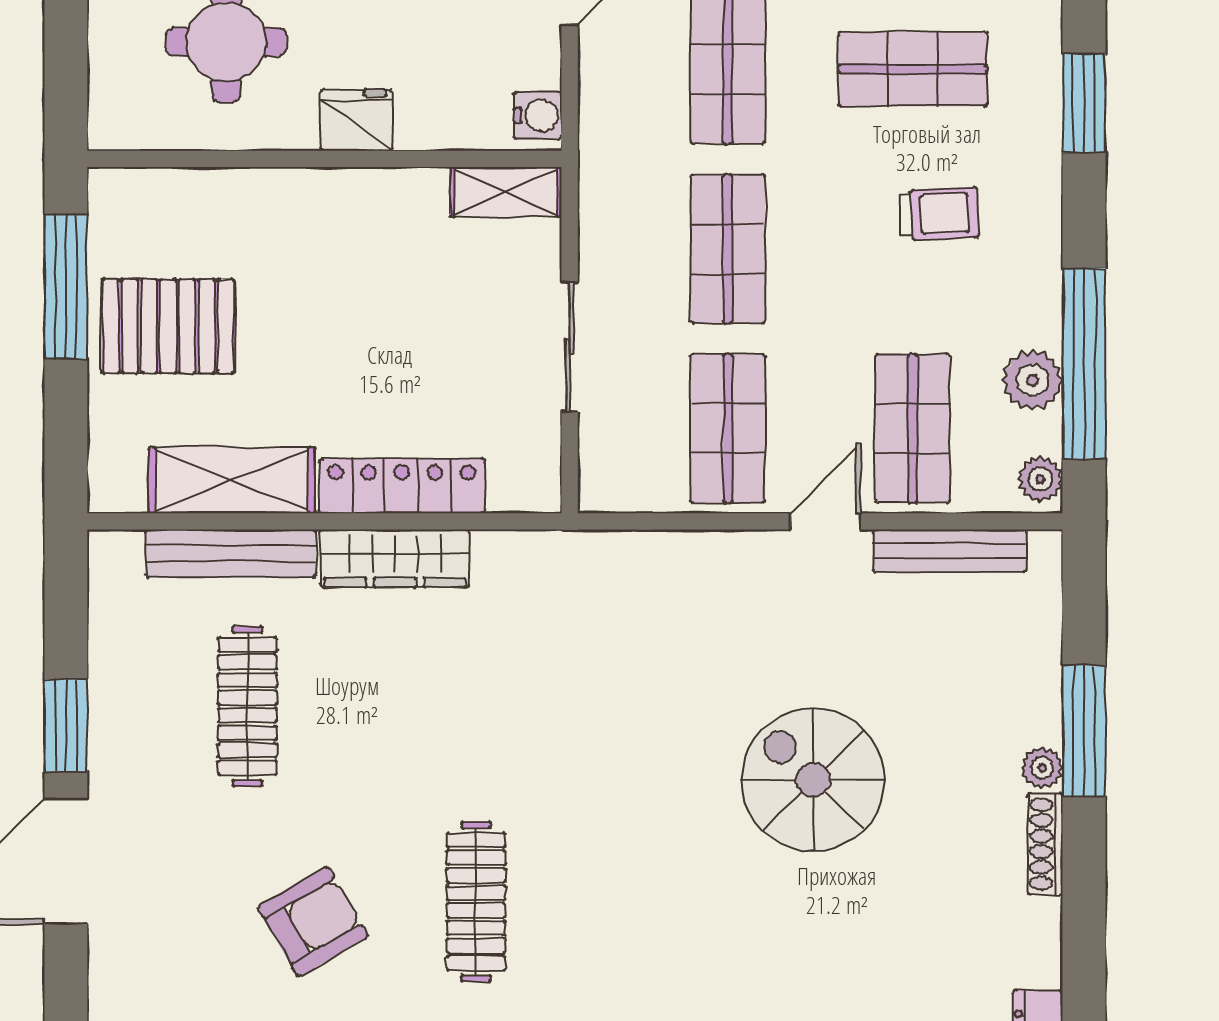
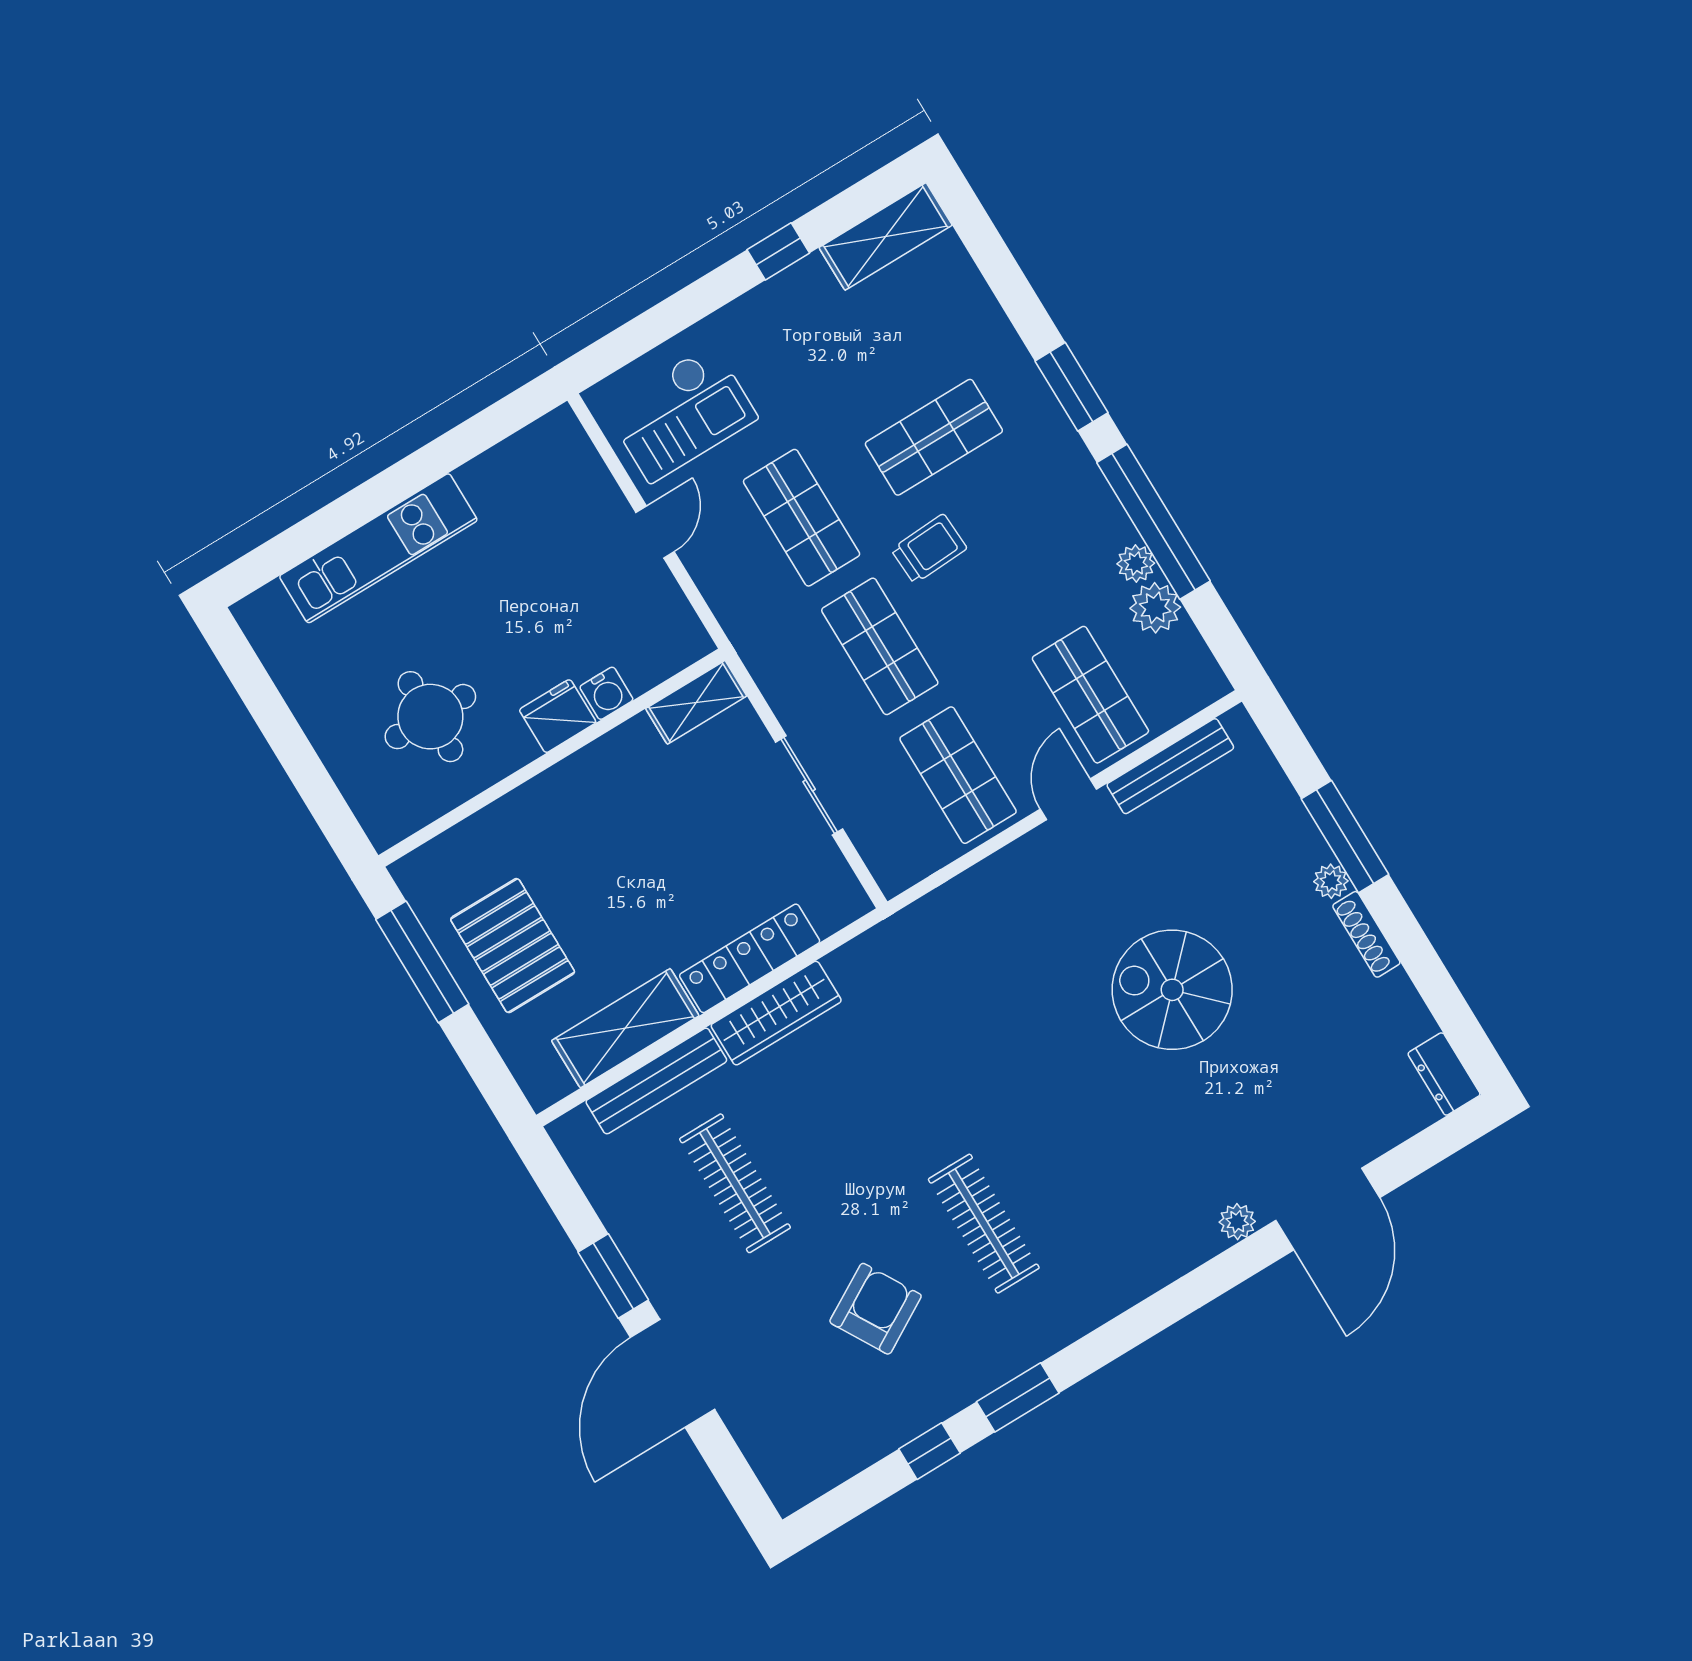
water cooler: (538, 116) -> (606, 693), moved, turned 90
trolley: (939, 214) -> (929, 549), moved
pallet: (168, 326) -> (513, 946), turned 90
window: (1084, 363) -> (1153, 522), moved
plant: (1040, 479) -> (1136, 564), moved

